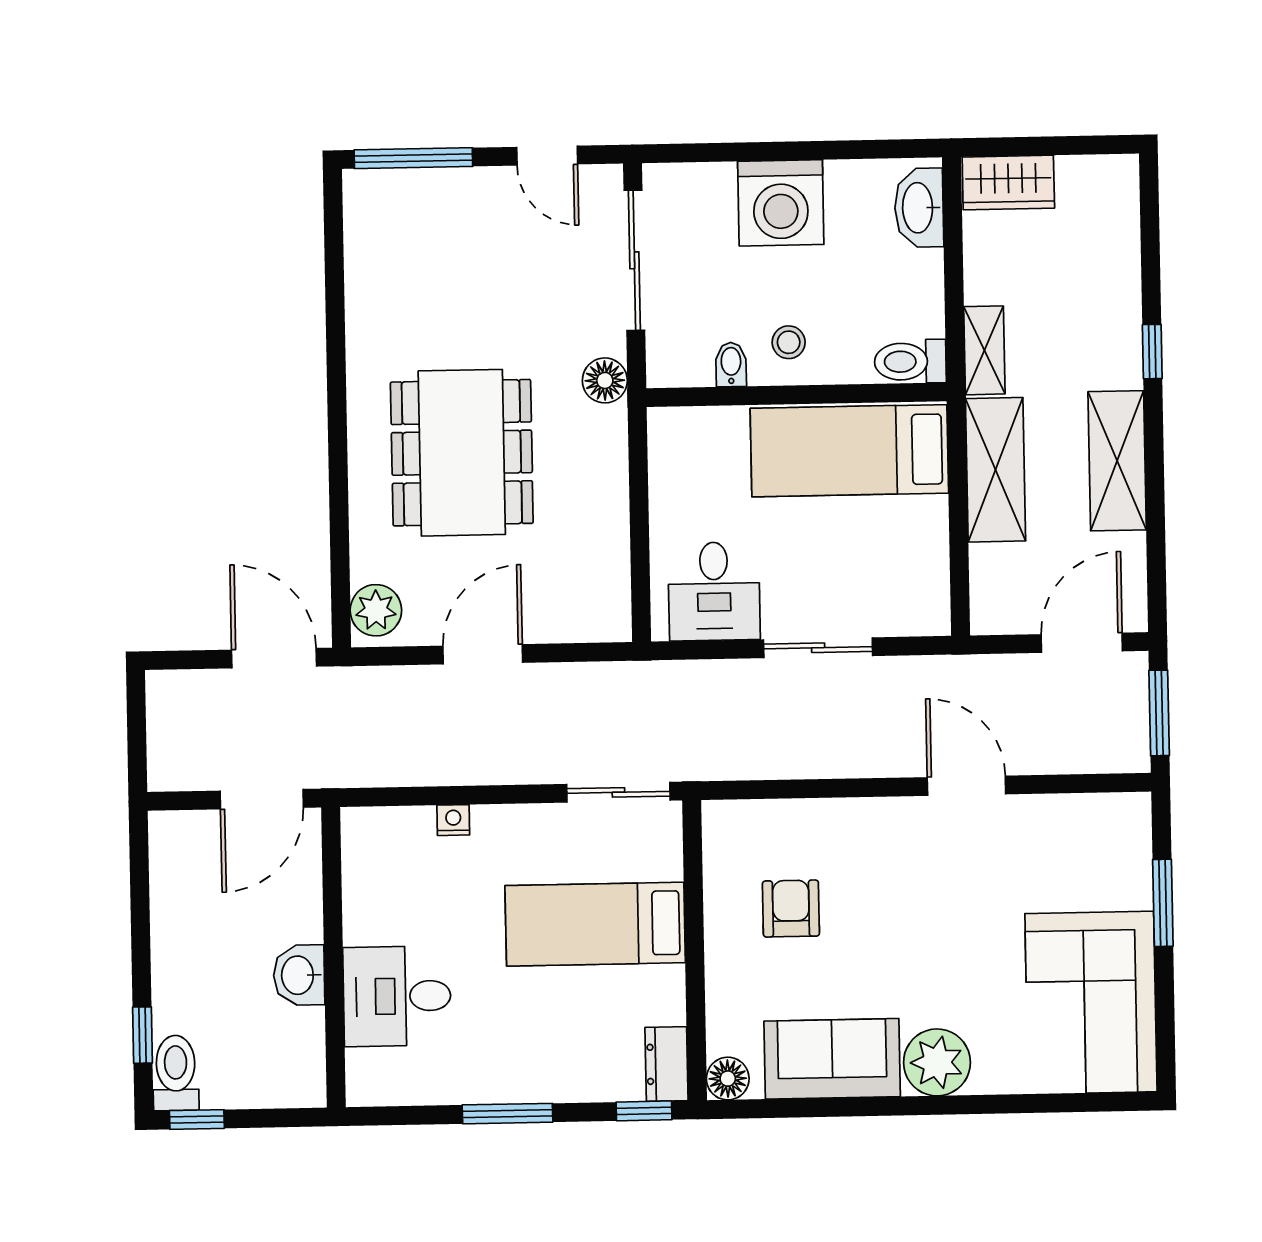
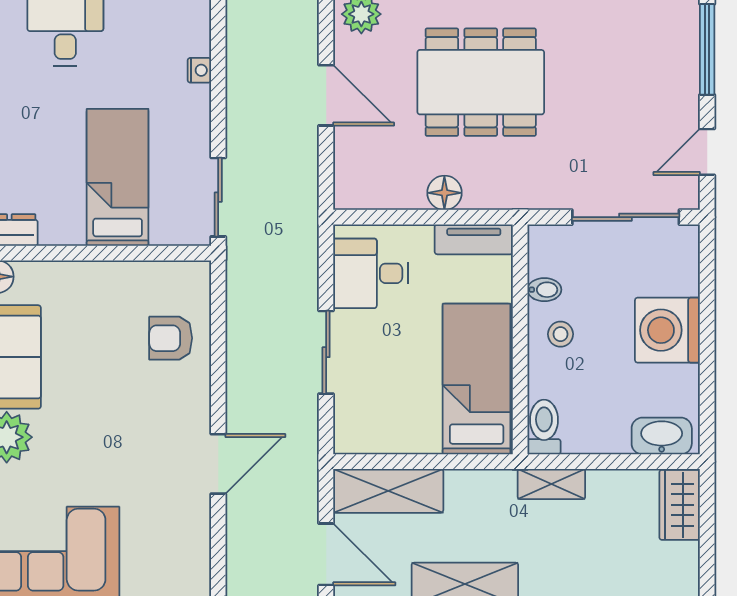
floor lamp: (605, 380) -> (444, 193), moved
tv unit: (667, 458) -> (474, 239), added
shelving: (996, 470) -> (388, 491), moved
armchair: (791, 909) -> (171, 338), moved, turned 180

